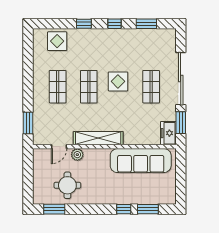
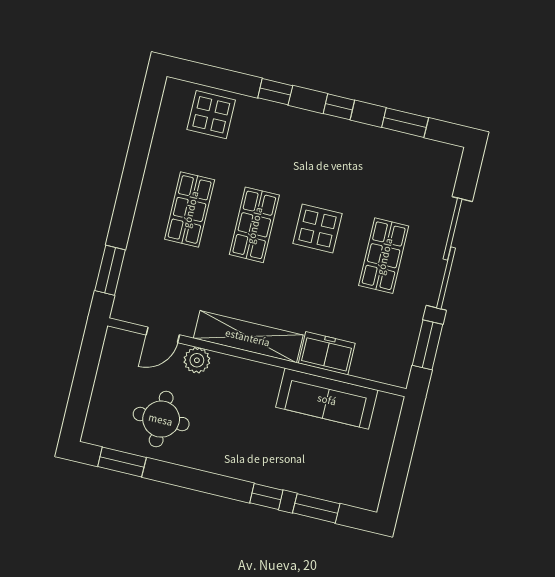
freezer: (168, 133) -> (327, 353), moved, turned 90
sofa: (141, 161) -> (327, 399), width x0.74, depth x0.79

